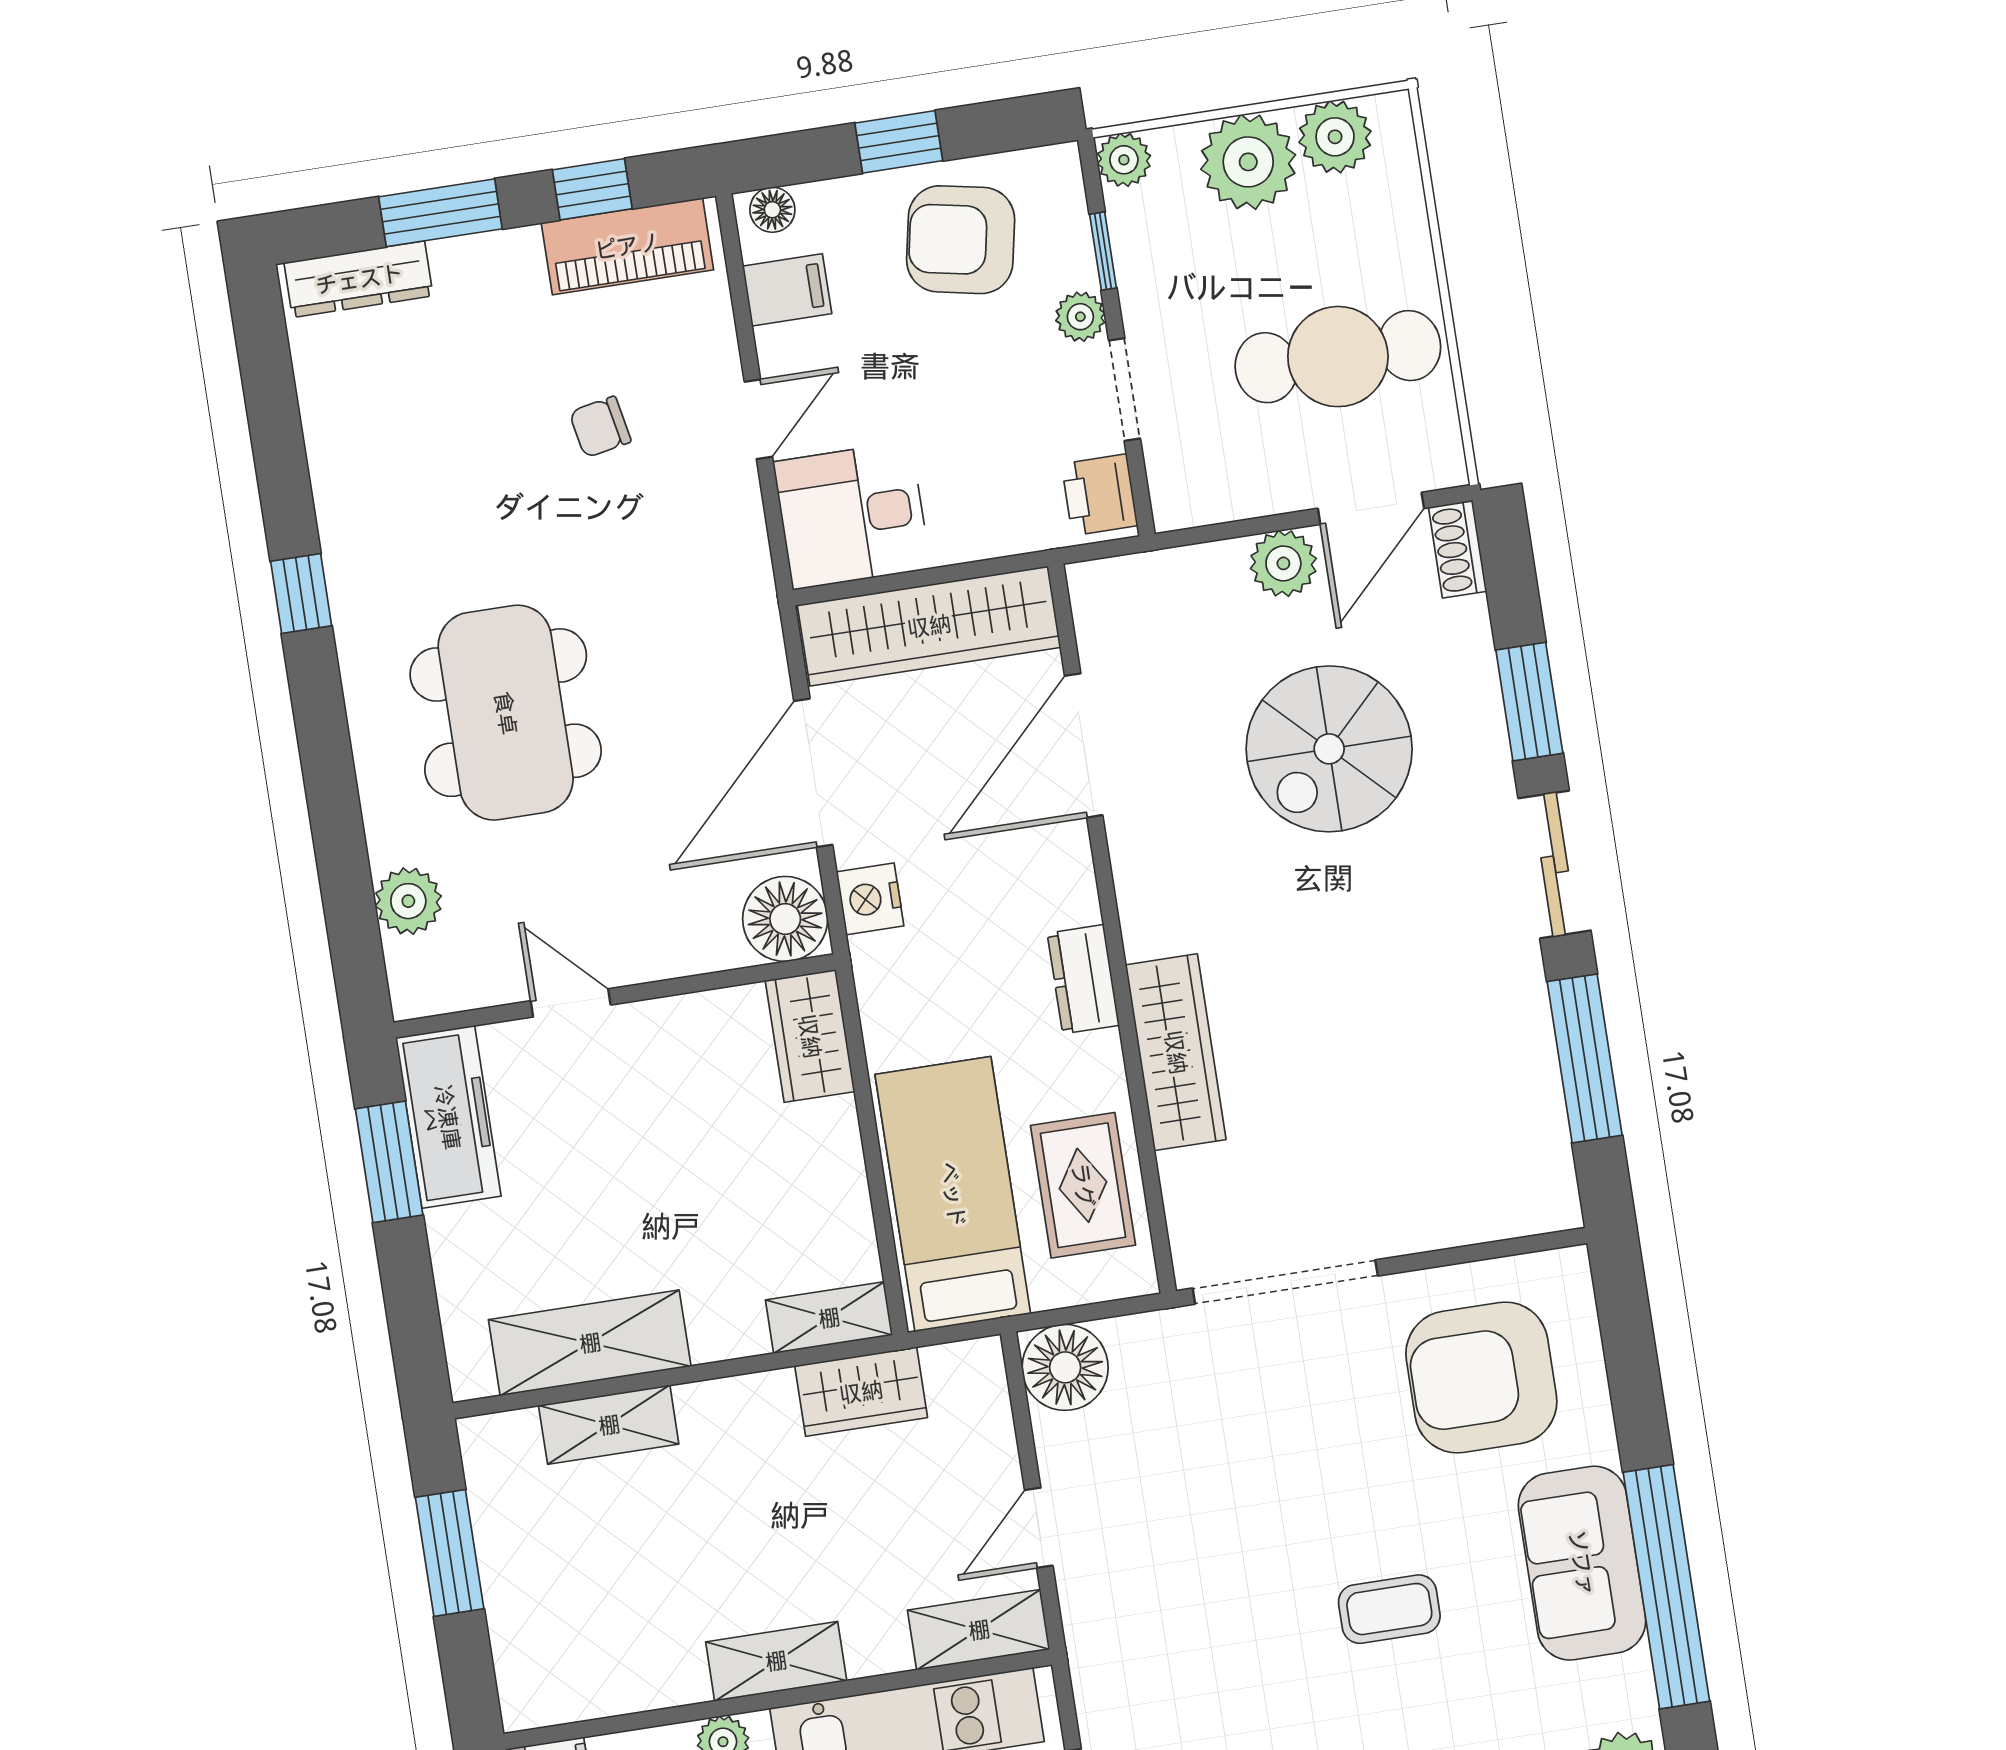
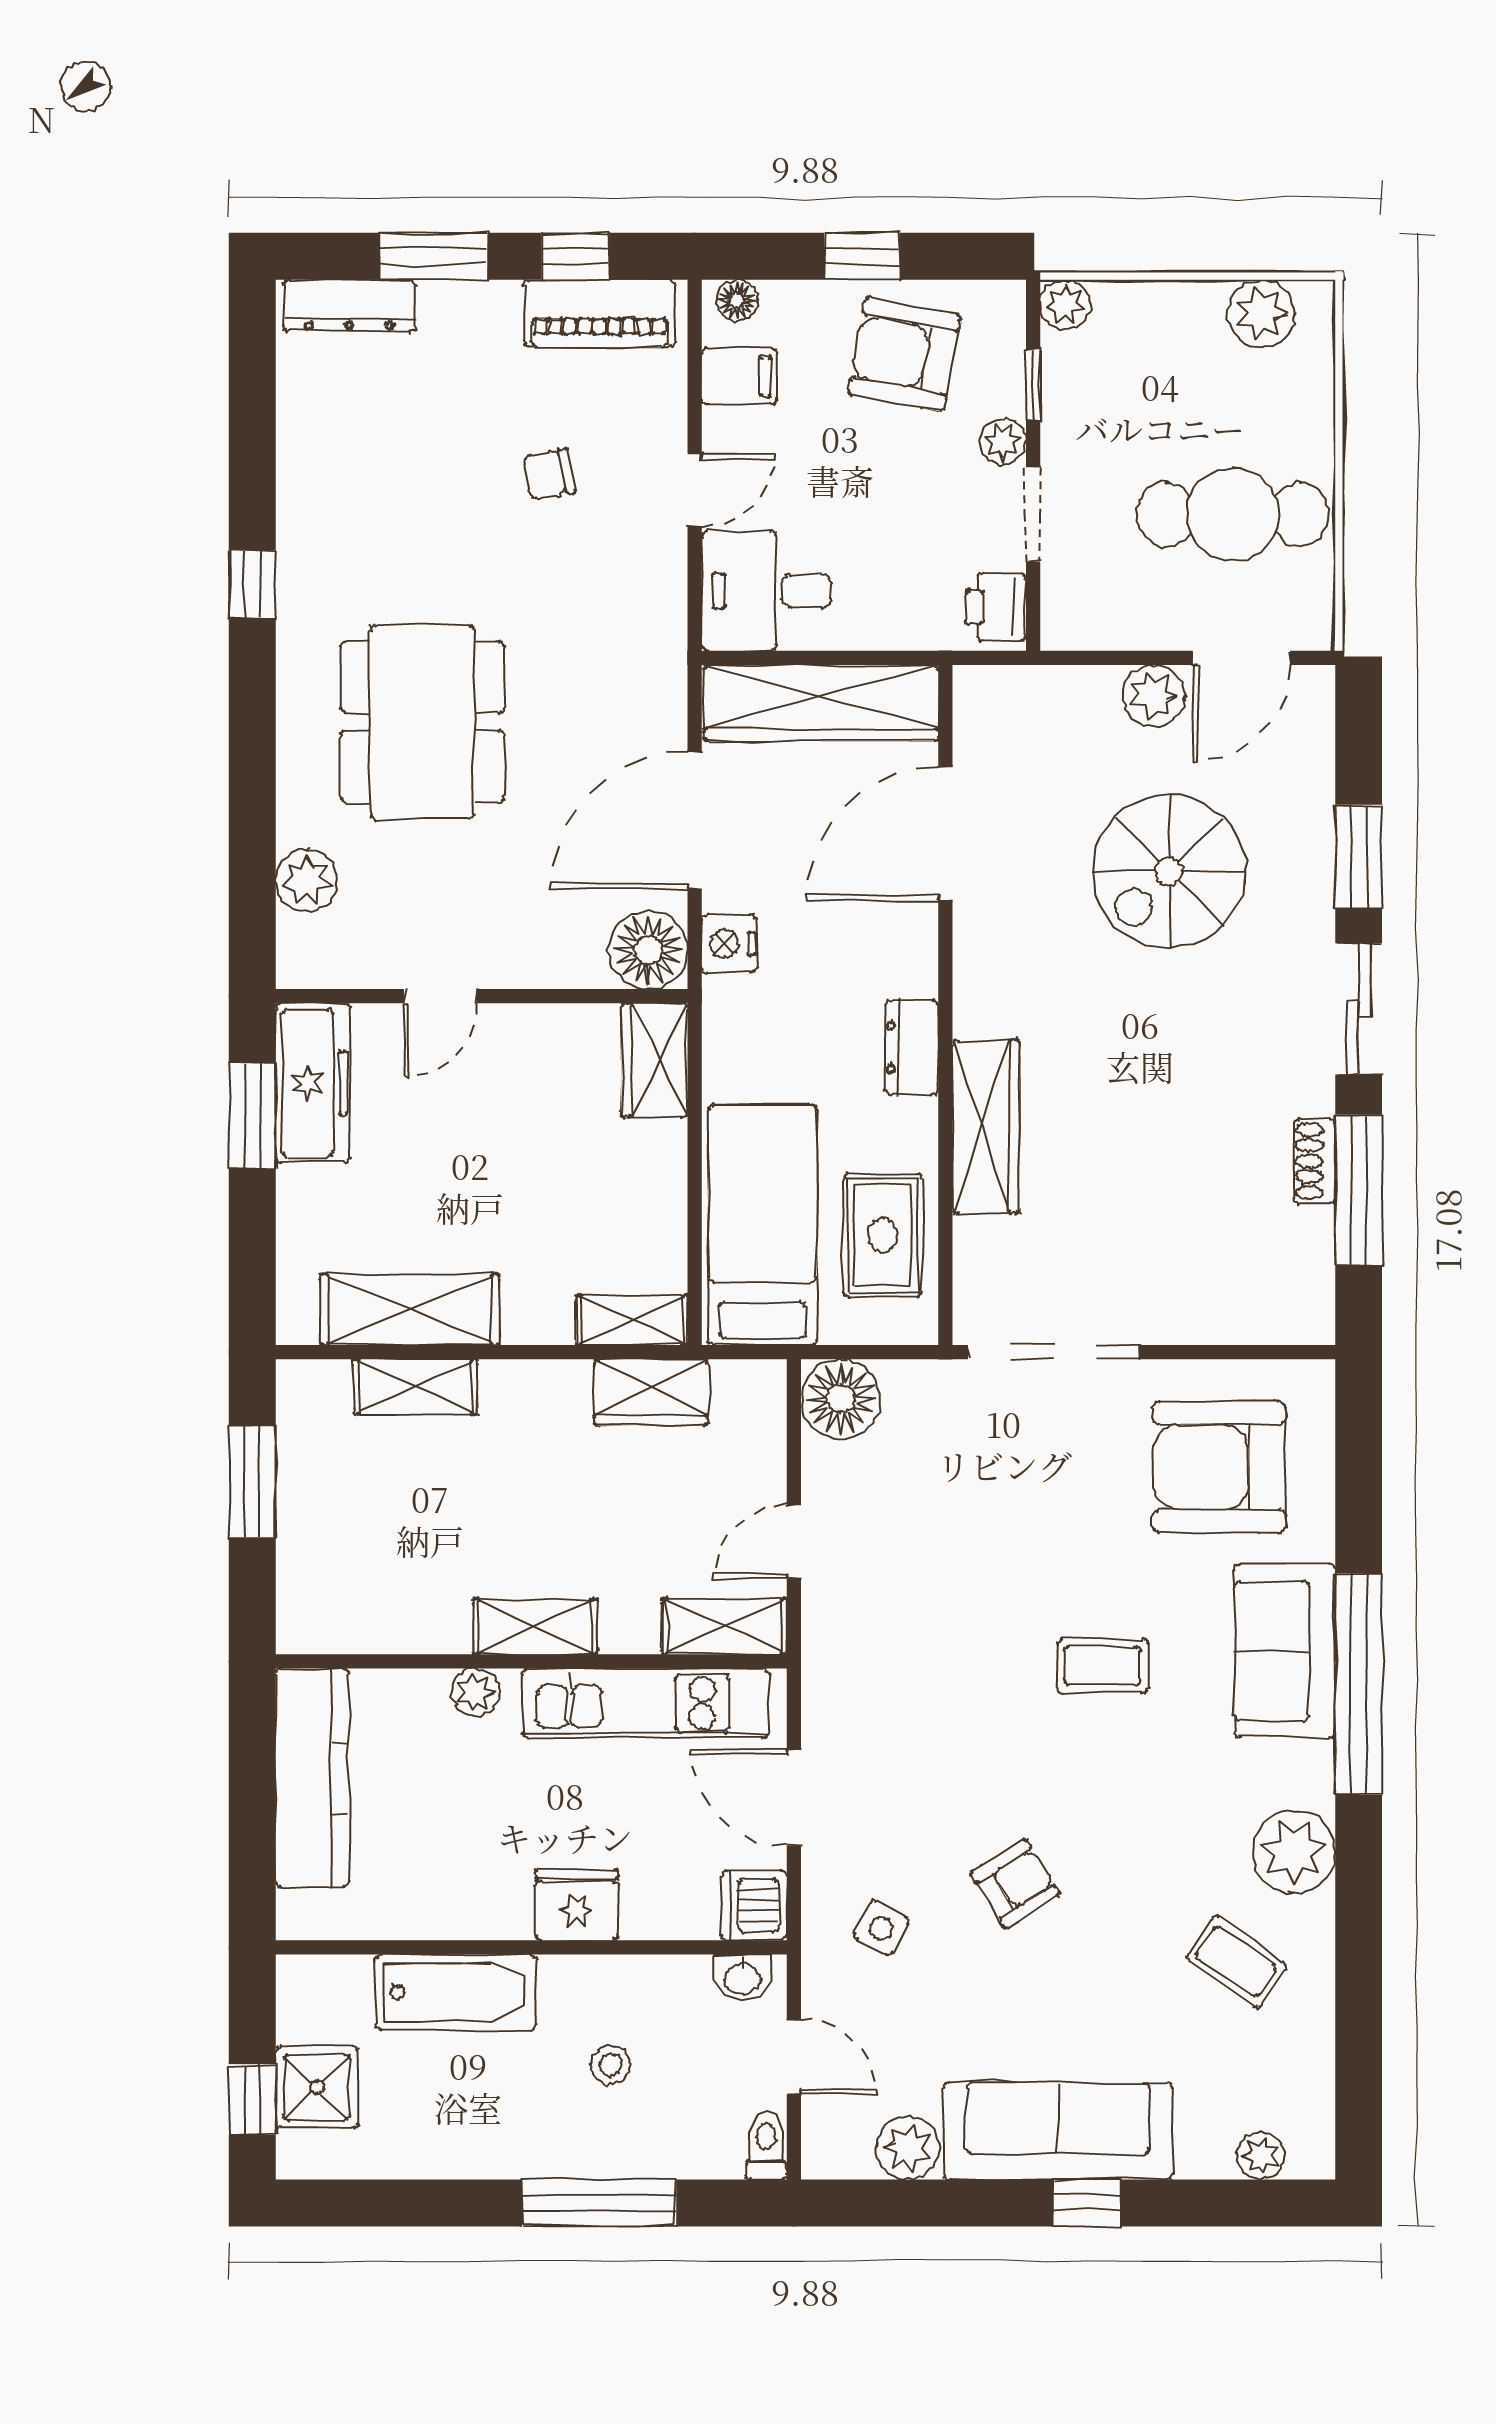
plant: (1248, 162) -> (1178, 324), removed
shoe rack: (1458, 549) -> (1315, 1161), moved
door: (571, 1003) -> (441, 996), swing flipped

